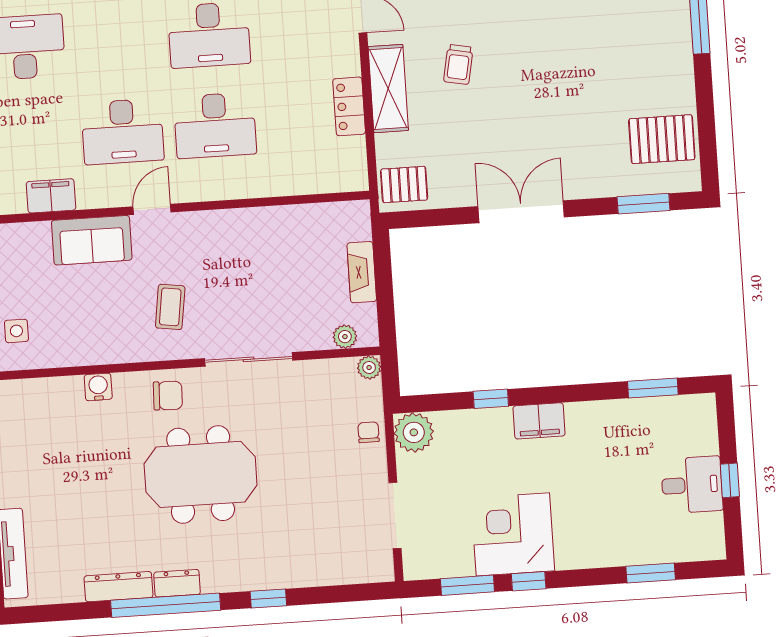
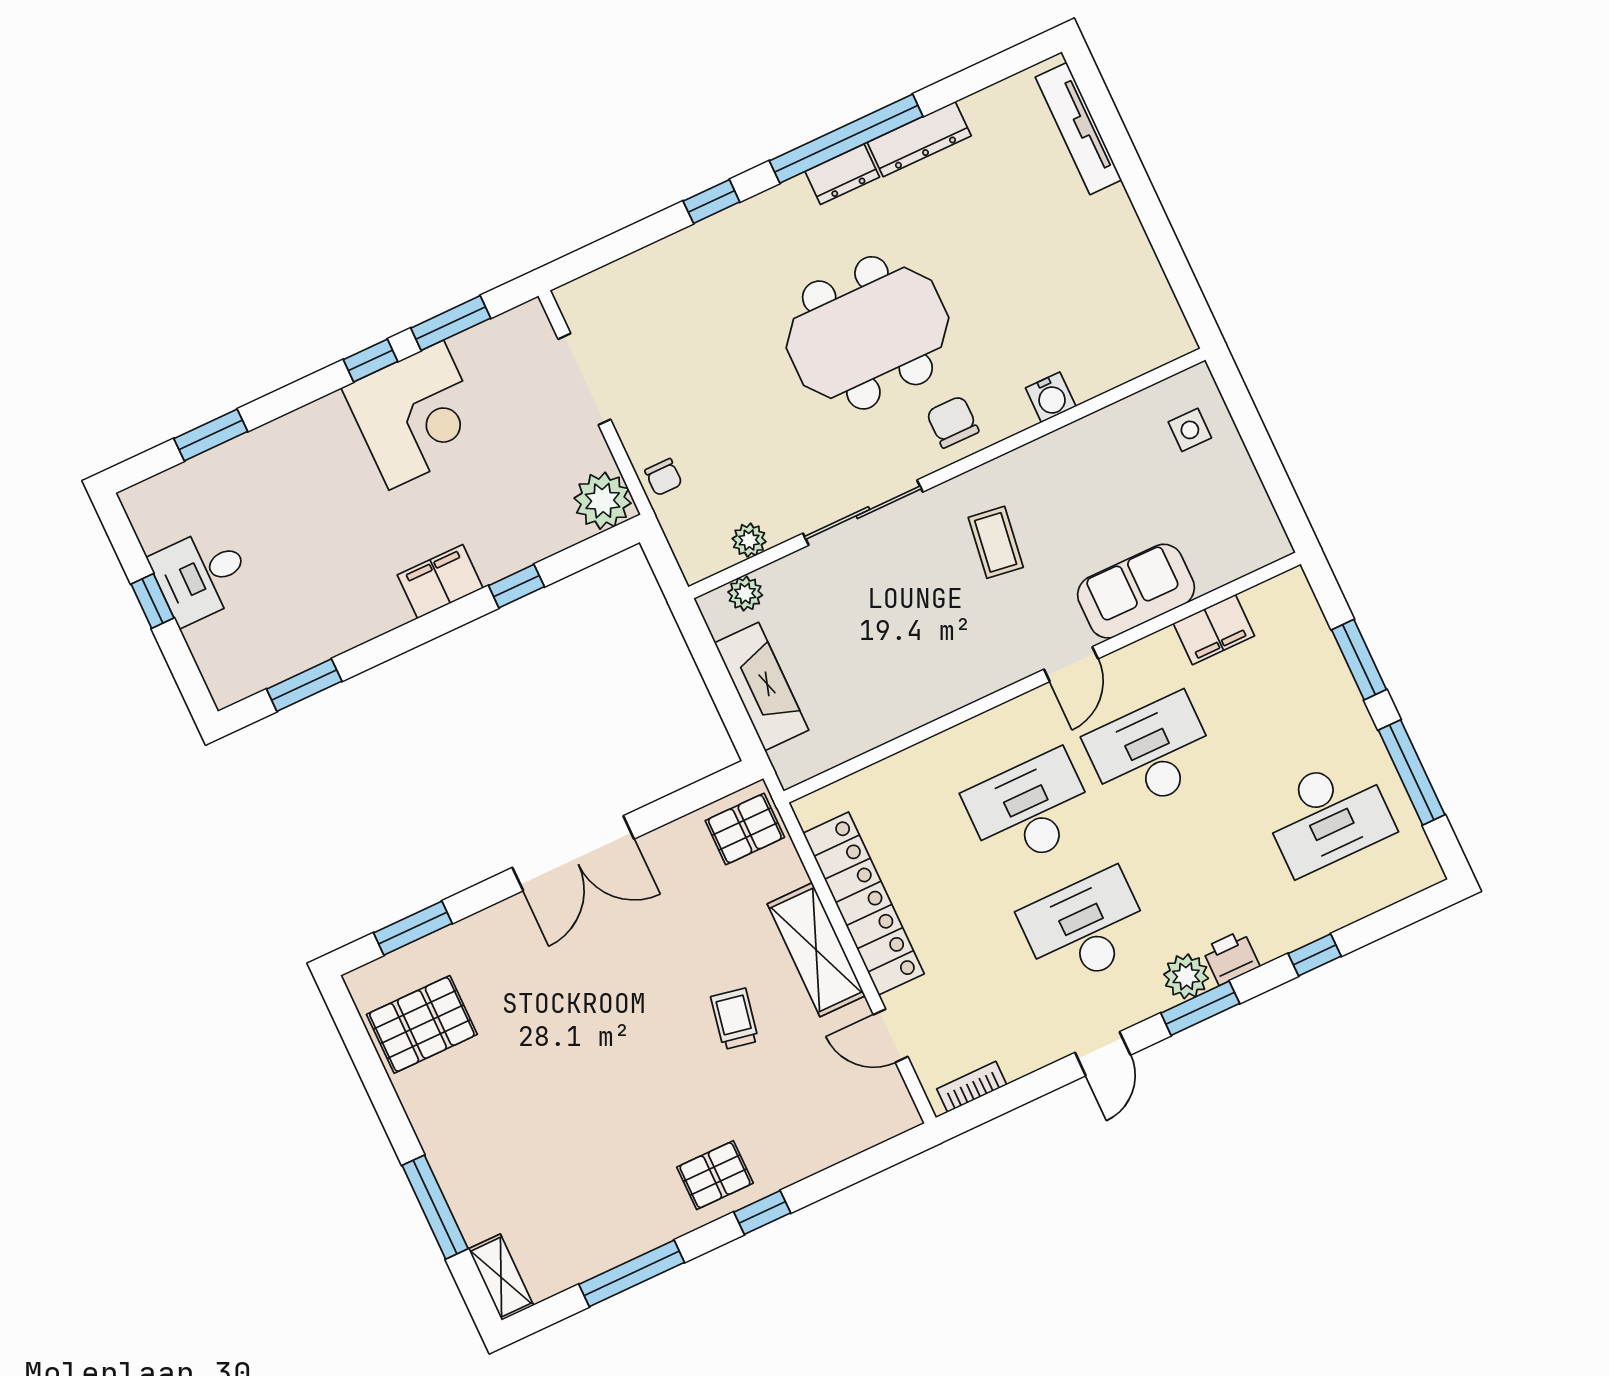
locker: (349, 106) -> (864, 903), width x2.16, depth x1.21
fireplace: (362, 272) -> (762, 686), width x1.37, depth x1.32
plant: (369, 368) -> (749, 540), moved
chair: (168, 396) -> (953, 422), turned 88

